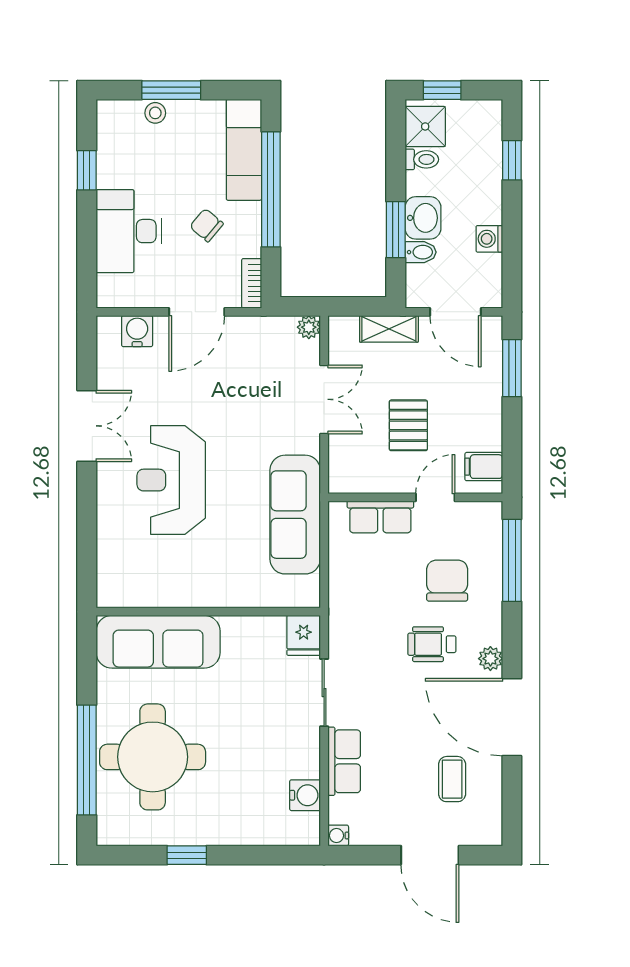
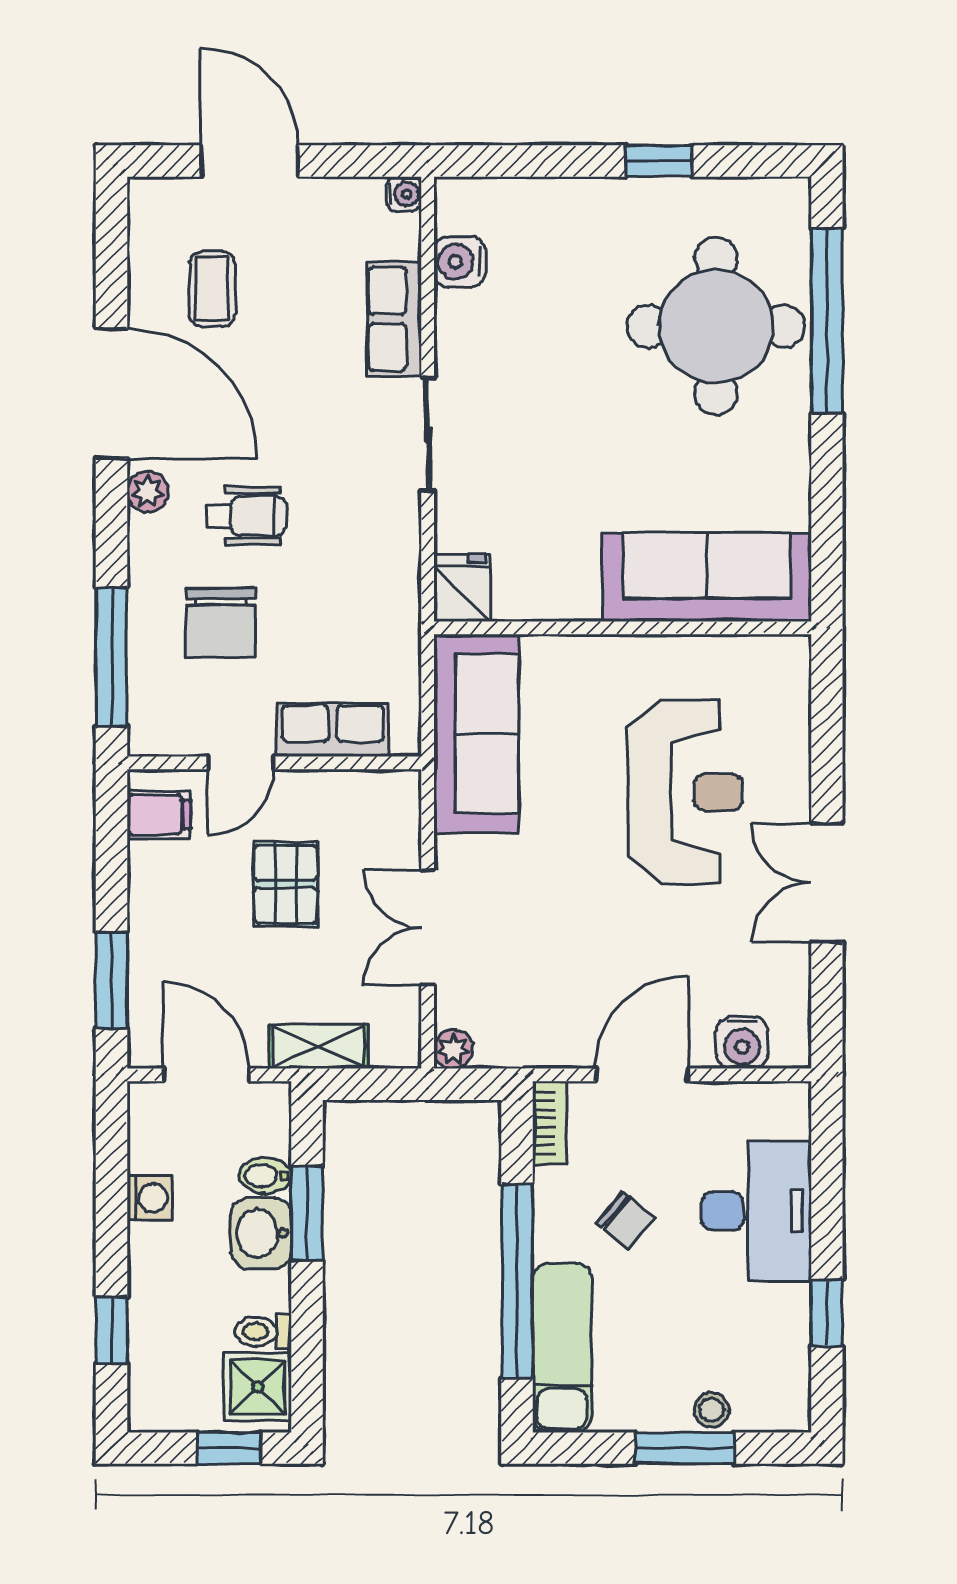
wall: (208, 612) -> (623, 628), moved
fridge: (304, 635) -> (462, 588), moved
sofa: (158, 642) -> (707, 577), moved

